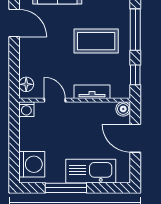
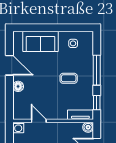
coffee table: (96, 41) -> (69, 78), width x0.54, depth x0.58
floor lamp: (26, 84) -> (18, 86), moved
tv unit: (92, 92) -> (80, 115), moved

